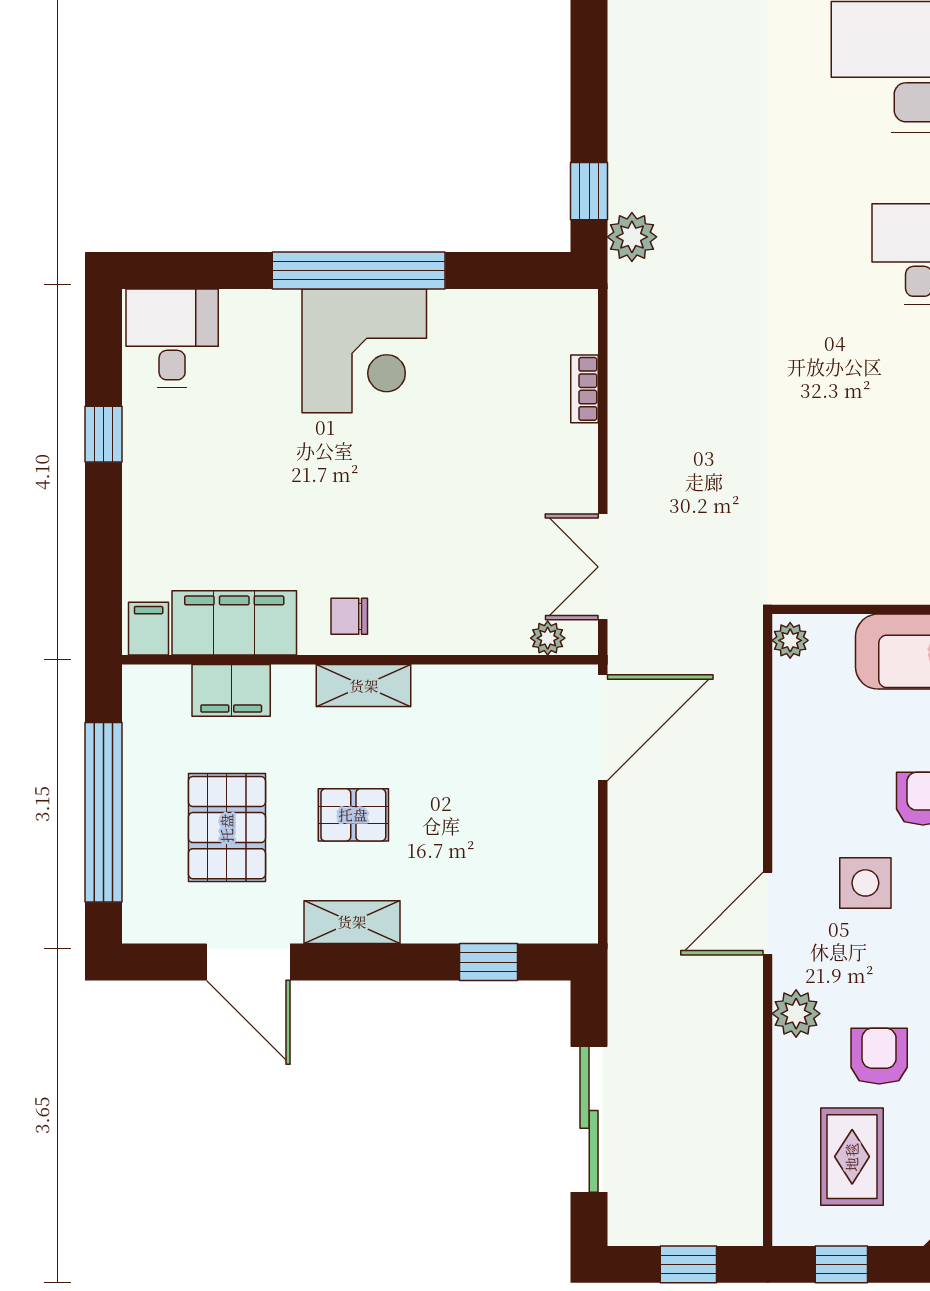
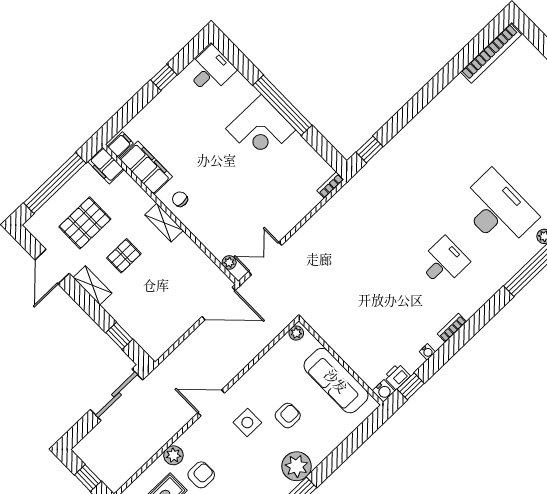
plant: (632, 237) -> (368, 175), removed
bookcase: (585, 389) -> (330, 185), moved
filing cabinet: (231, 690) -> (106, 166), moved
pallet: (353, 815) -> (124, 256), turned 90
plant: (796, 1014) -> (173, 455), moved
sliding door: (589, 1119) -> (117, 395), moved

